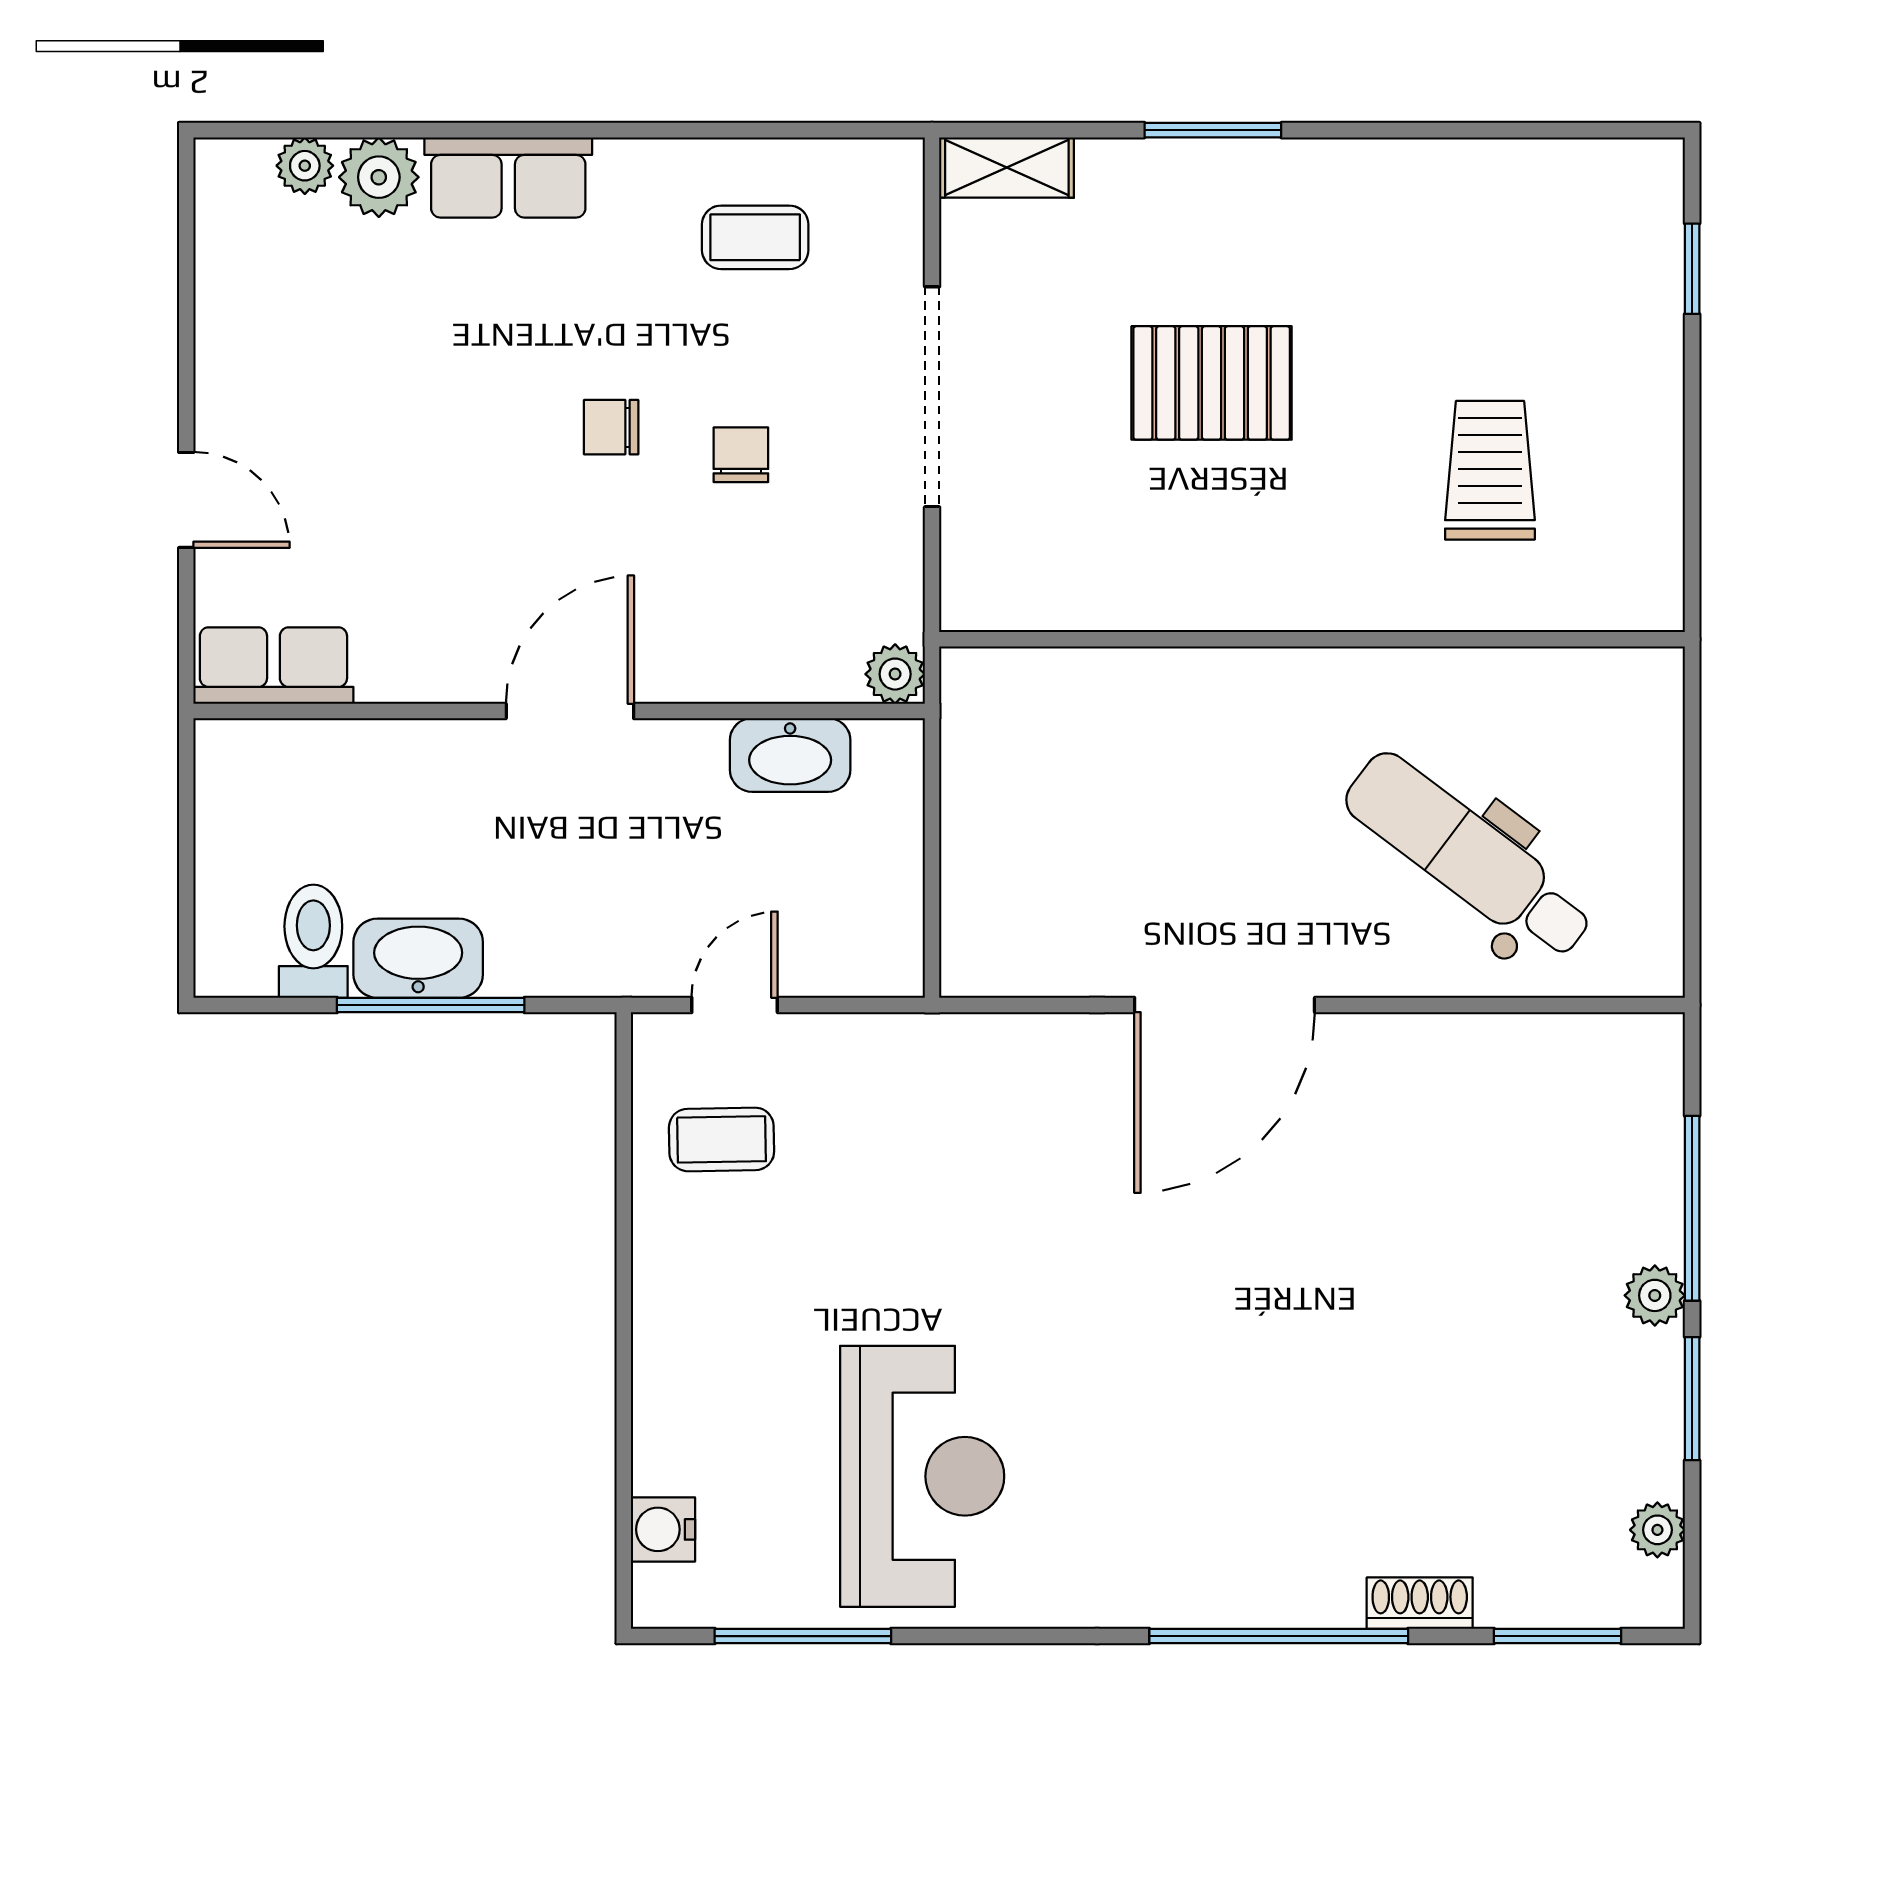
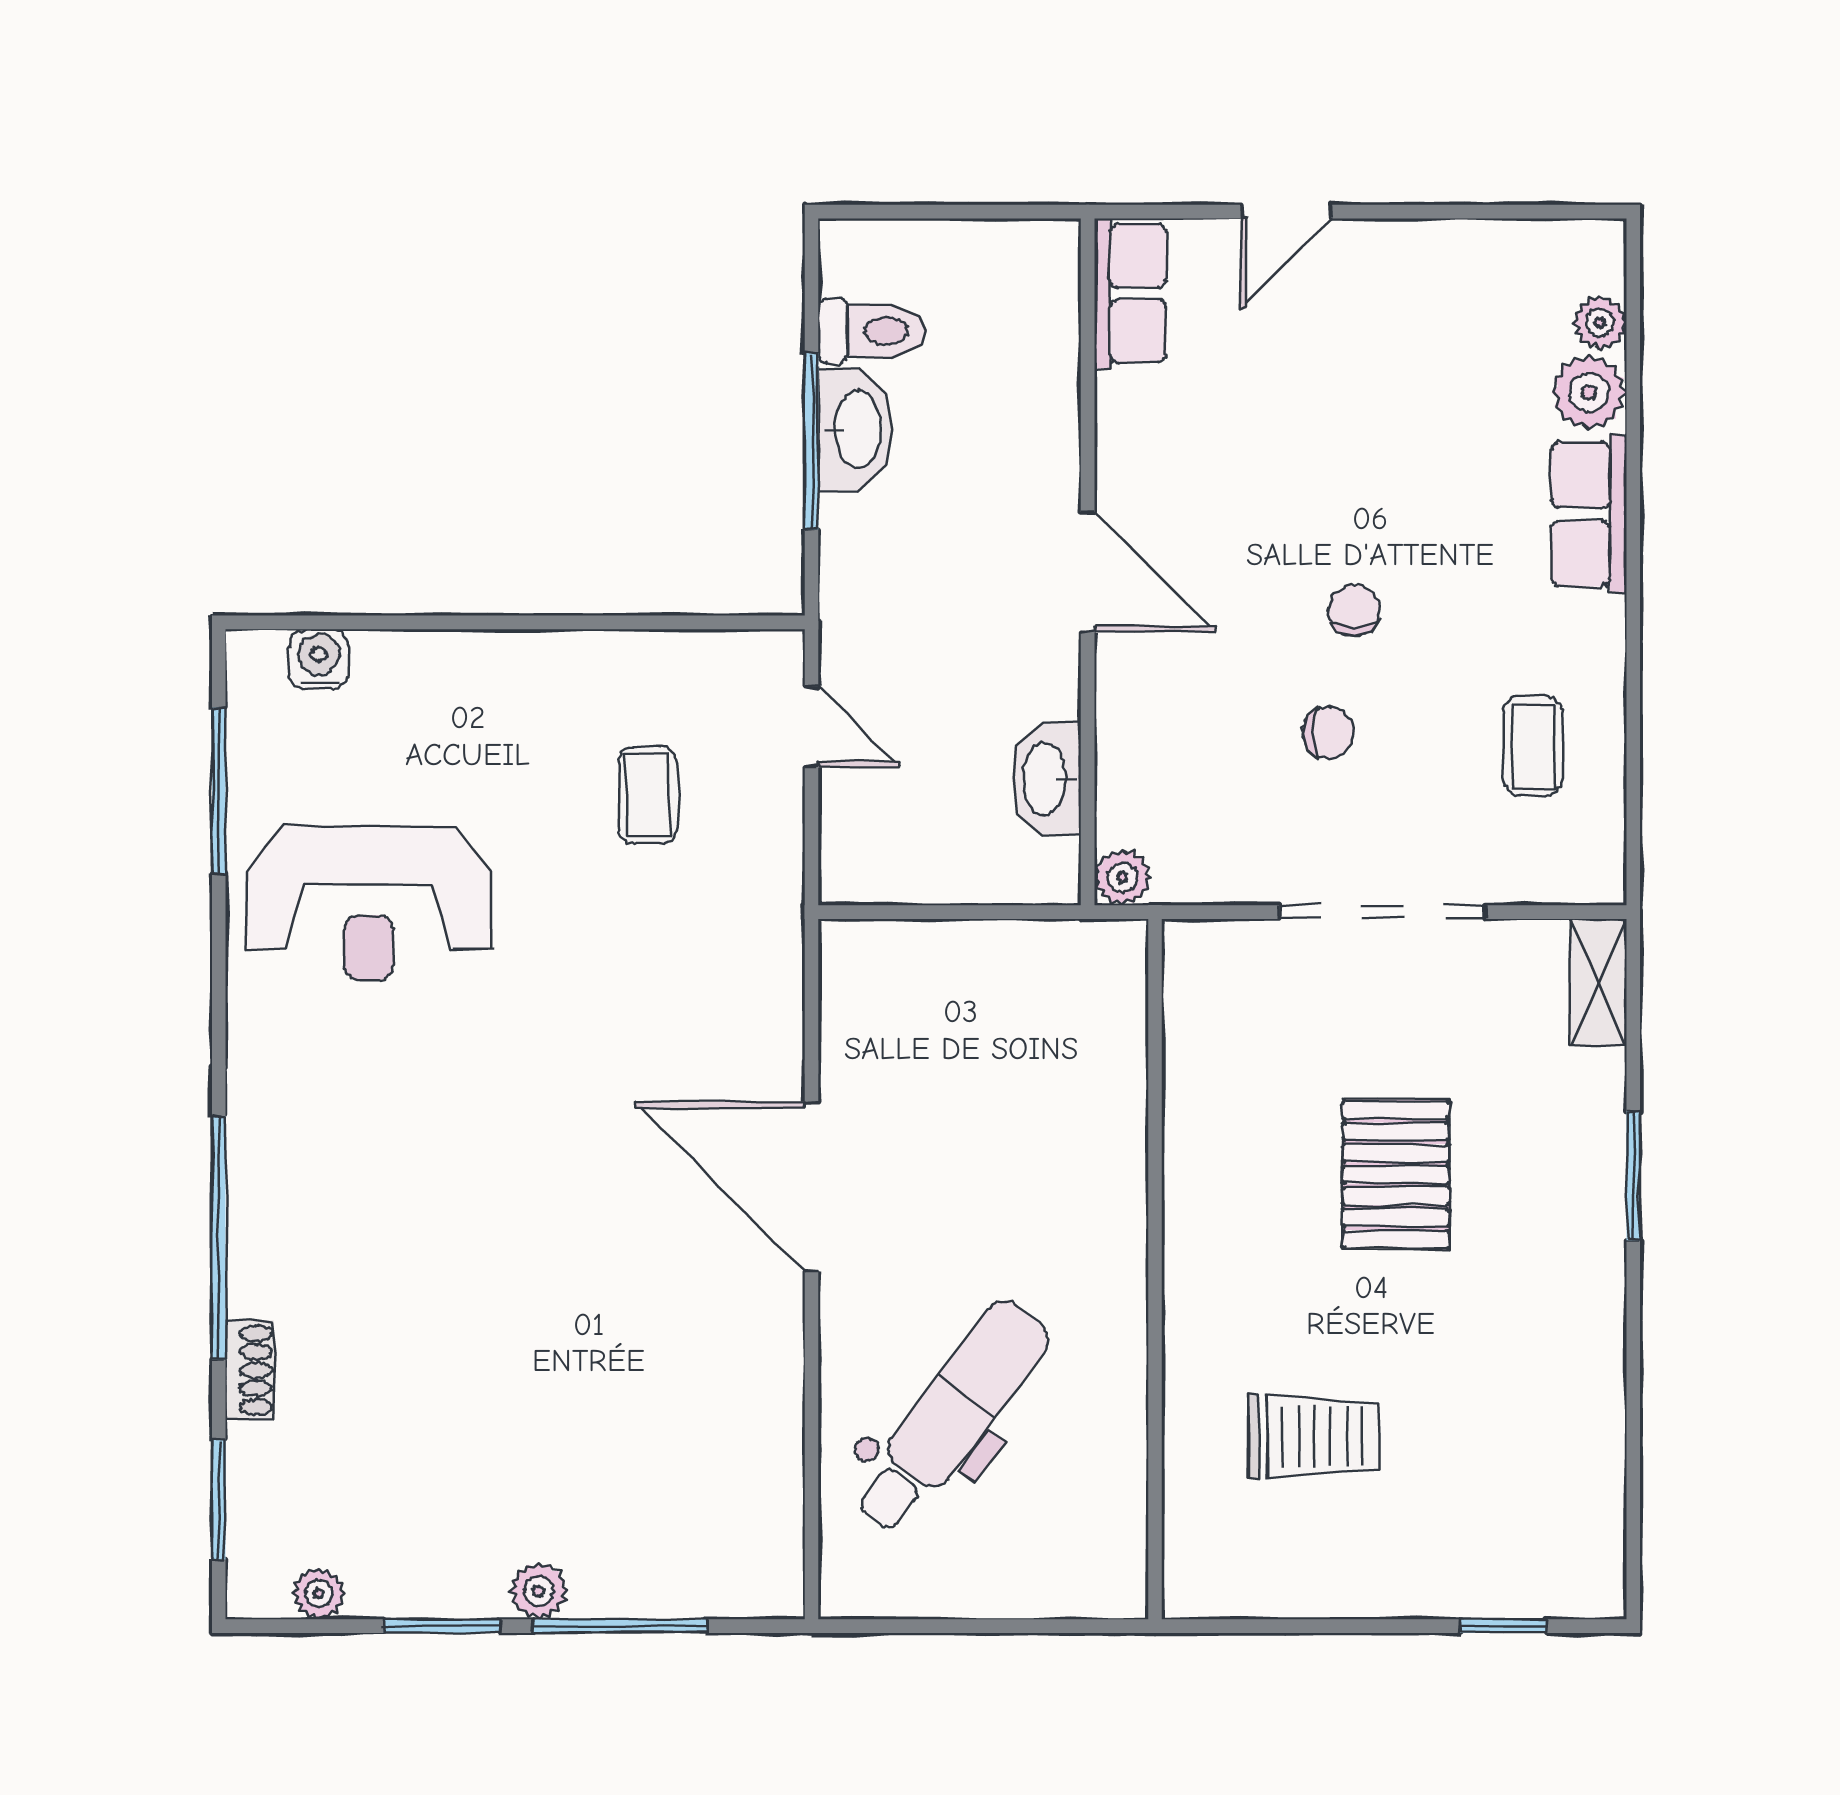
coffee table: (722, 1139) -> (648, 795), moved

